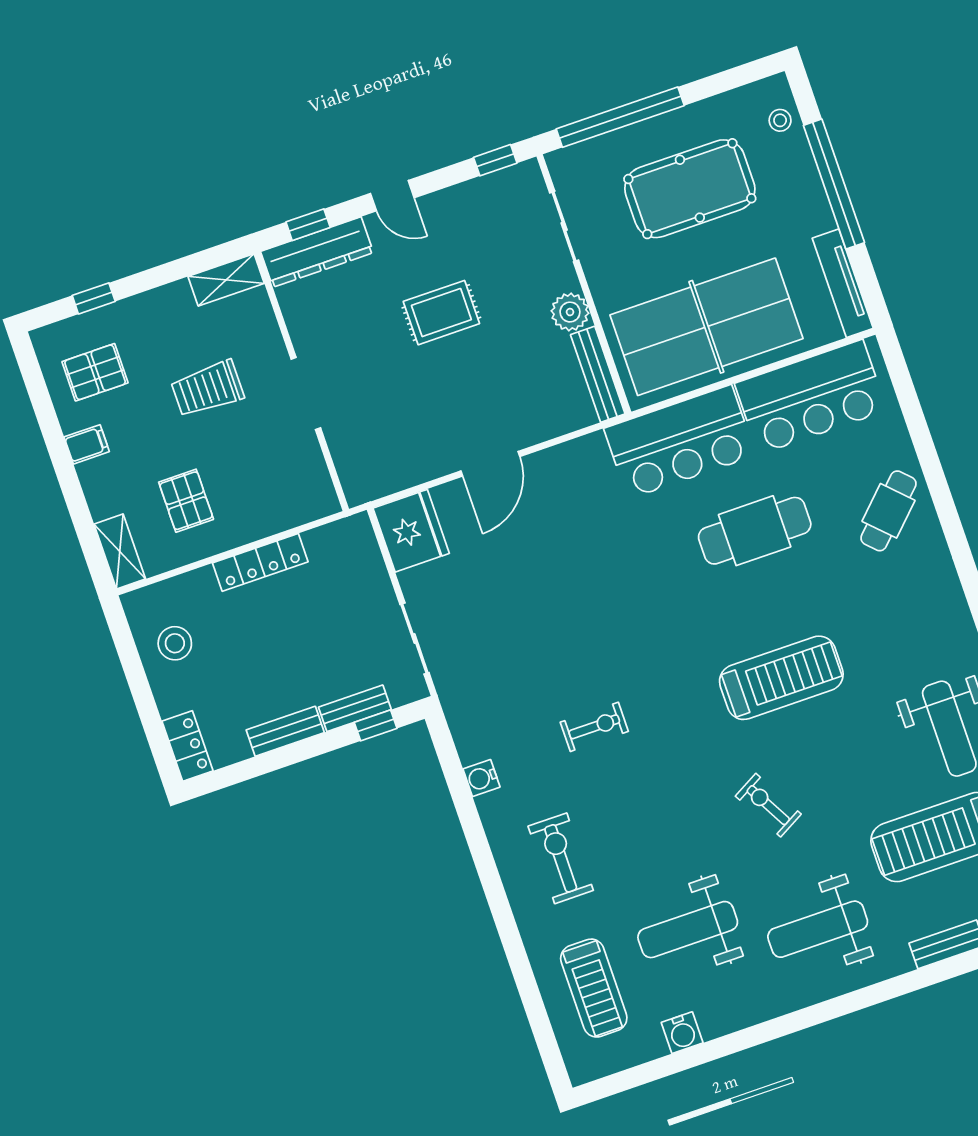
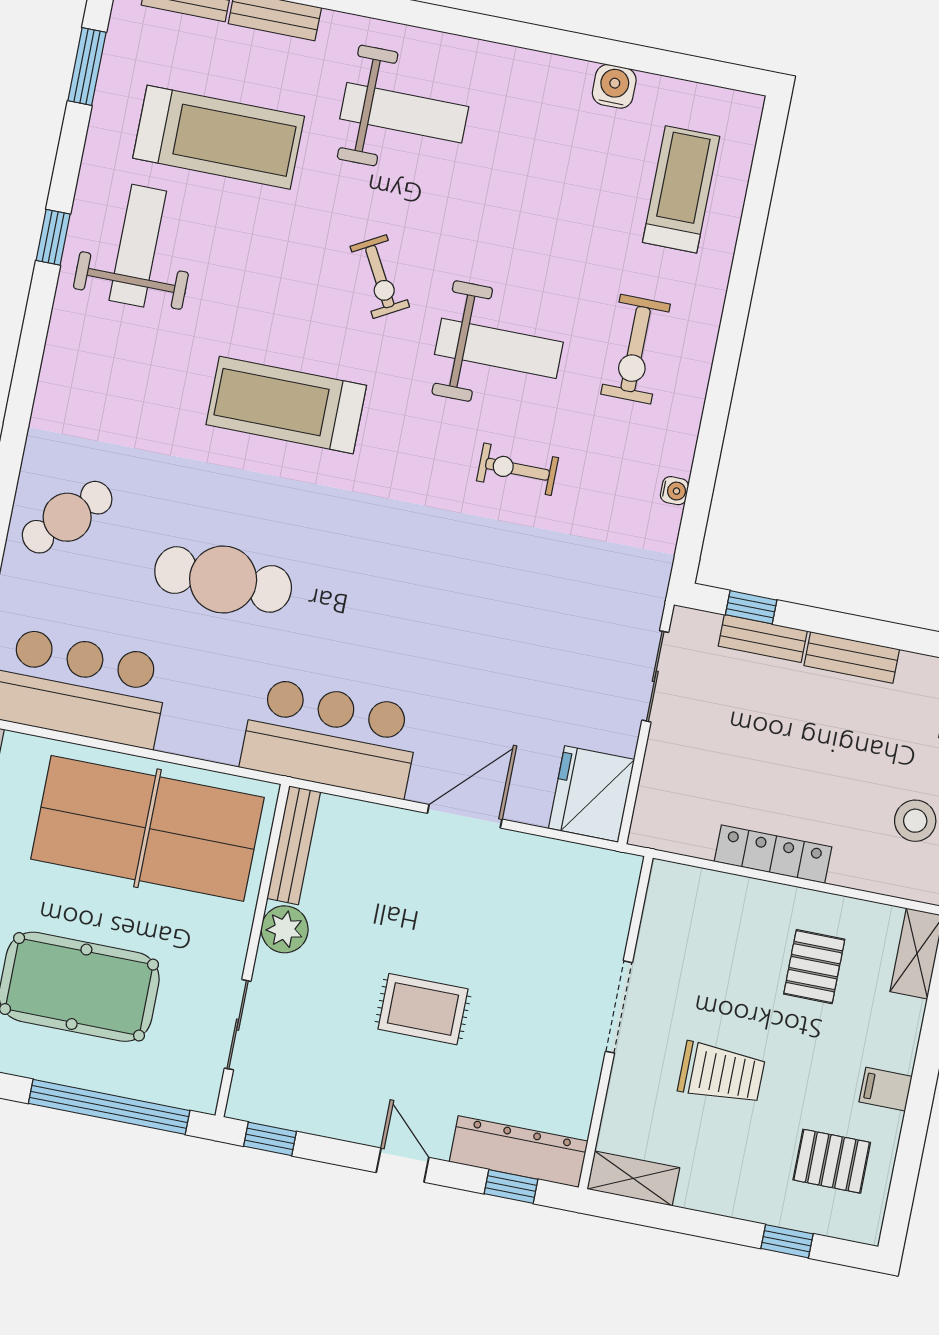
bar counter: (680, 442) -> (330, 738), moved
water cooler: (481, 778) -> (674, 491), width x0.72, depth x0.72
weight bench: (688, 930) -> (499, 348), moved

